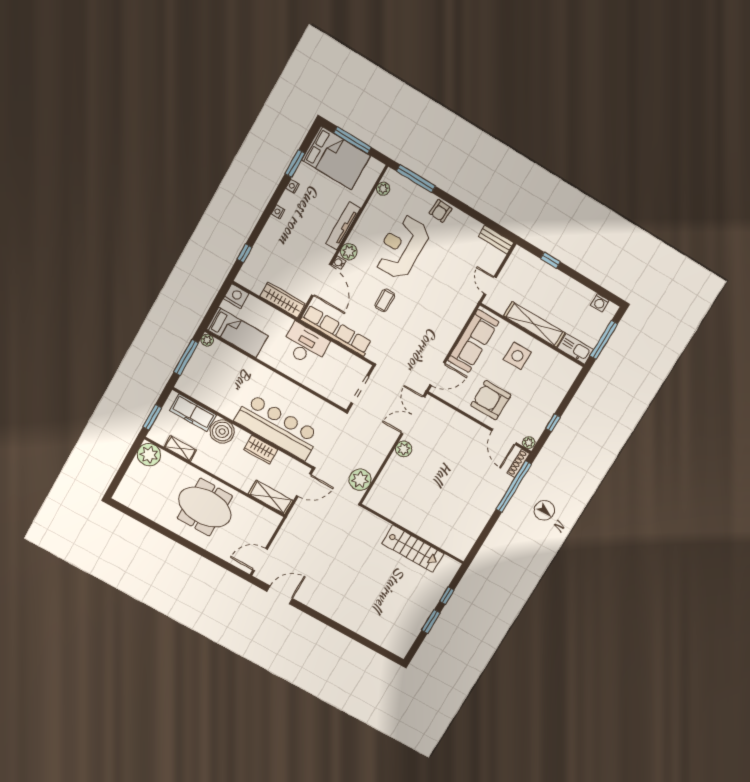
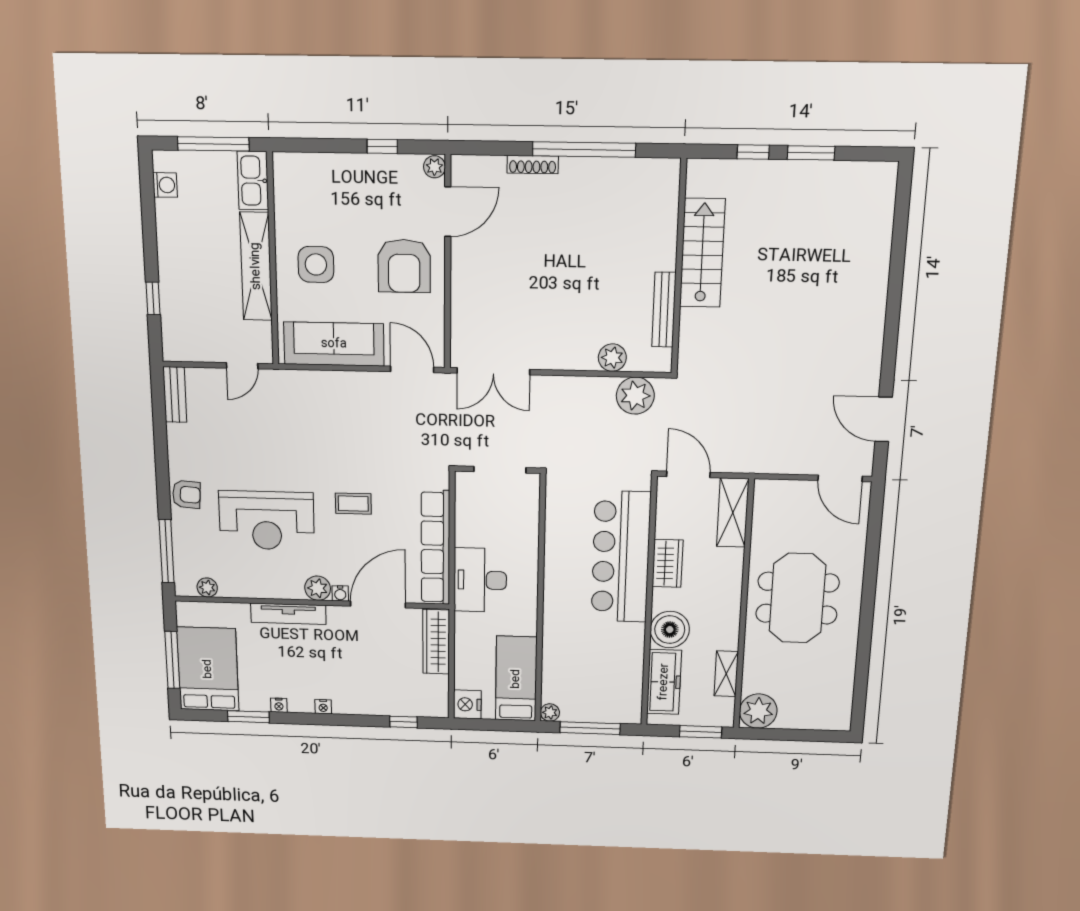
plant: (404, 449) -> (612, 358), moved
shoe rack: (518, 463) -> (533, 165), moved
window: (514, 487) -> (584, 149), moved
bench: (396, 516) -> (664, 310), added

